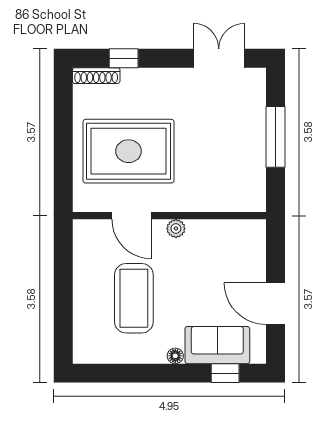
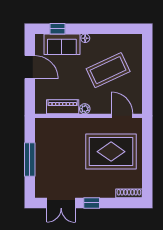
window: (124, 58) -> (92, 203), moved
door: (132, 216) -> (122, 116), moved
piano: (216, 232) -> (63, 107), added
coffee table: (134, 298) -> (108, 70), turned 65

